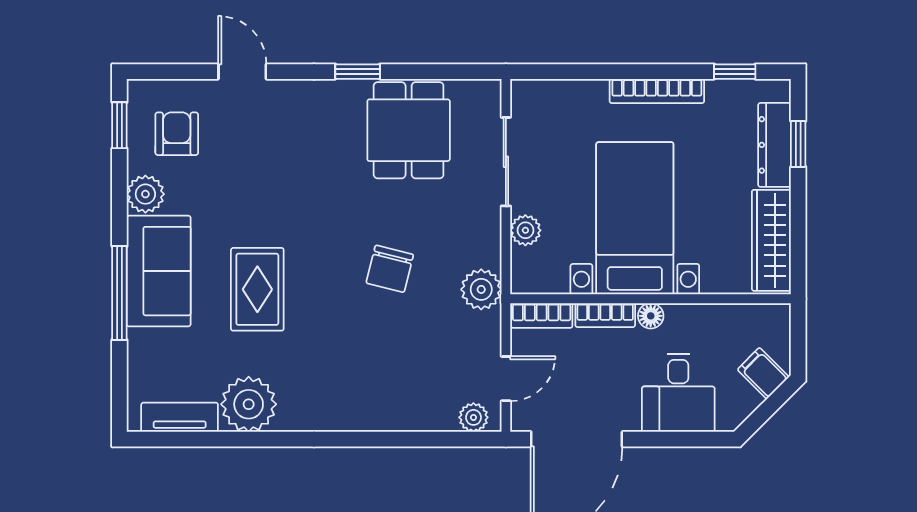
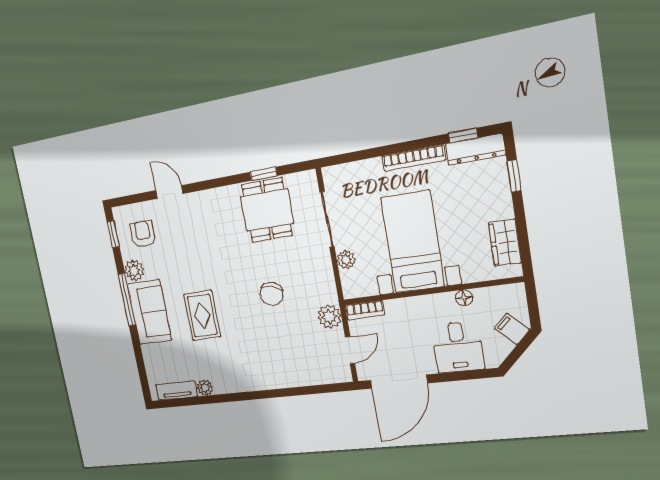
window: (358, 72) -> (264, 174), moved
dresser: (775, 145) -> (475, 149), moved, turned -90
wardrobe: (771, 240) -> (505, 243), width x0.67
plant: (481, 289) -> (329, 317), moved
window: (119, 293) -> (127, 300), moved
bookcase: (605, 315) -> (404, 305), removed
floor lamp: (651, 316) -> (464, 298), moved
plant: (249, 404) -> (205, 388), width x0.53, depth x0.53
plant: (473, 417) -> (335, 375), removed

